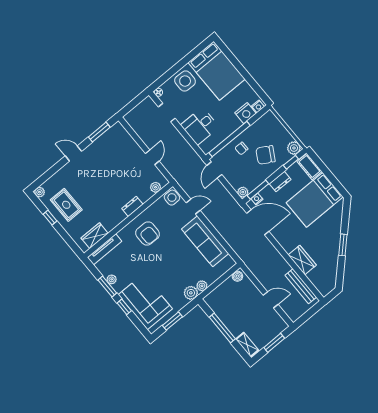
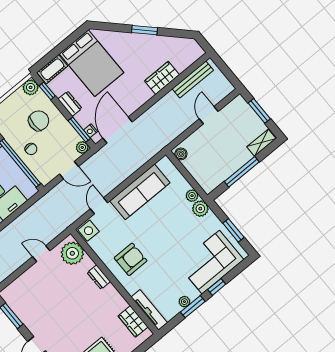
chair: (266, 155) -> (39, 121), turned -120
door: (214, 170) -> (69, 170), moved
plant: (156, 187) -> (72, 253), width x1.88, depth x1.88

